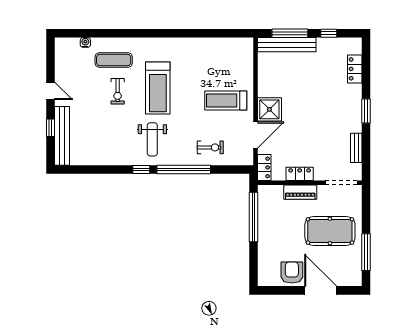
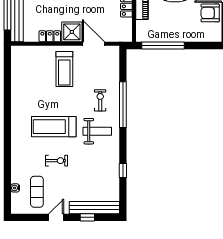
exercise mat: (114, 60) -> (37, 192), moved
treadmill: (158, 88) -> (54, 127), turned 180
exercise bike: (210, 147) -> (100, 100), moved
locker: (264, 167) -> (50, 36), moved
window: (141, 169) -> (123, 170), moved

